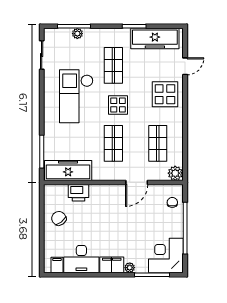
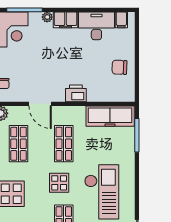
door: (137, 182) -> (40, 104), swing flipped
printer: (78, 193) -> (76, 93), moved
chair: (59, 218) -> (119, 67), turned 130

